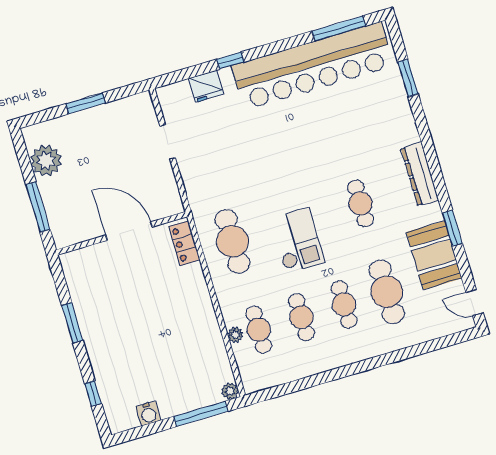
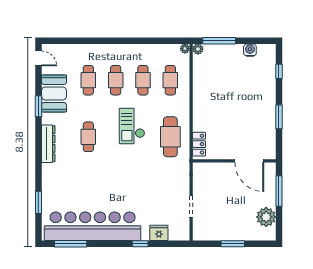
door: (129, 231) -> (249, 161), moved
cafe table: (387, 292) -> (88, 80), width x0.73, depth x0.74
plant: (235, 335) -> (185, 49), moved

